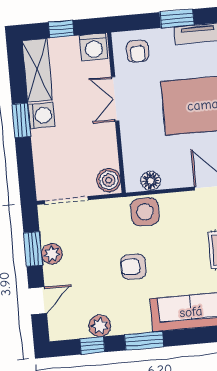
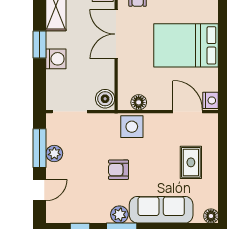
double door: (115, 99) -> (116, 34), width x1.37
washing machine: (41, 115) -> (56, 59), moved
window: (33, 249) -> (40, 148), width x1.44
plant: (100, 326) -> (119, 215), moved

